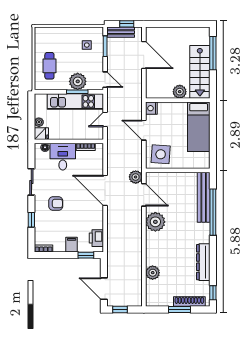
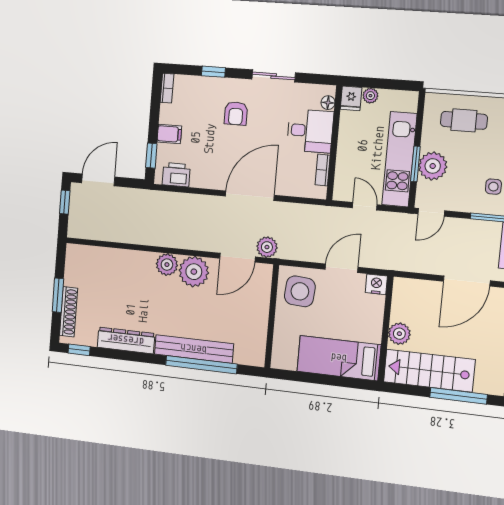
bench: (204, 197) -> (194, 349), moved
plant: (153, 273) -> (167, 265), moved

